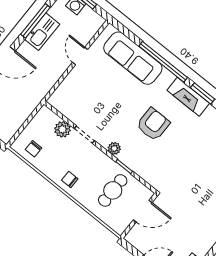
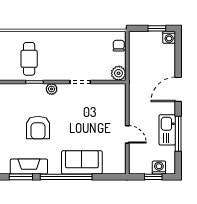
sofa: (133, 58) -> (82, 162), width x0.73
plant: (62, 129) -> (119, 73), moved
chair: (33, 149) -> (119, 46), moved
chair: (70, 179) -> (65, 42), removed

